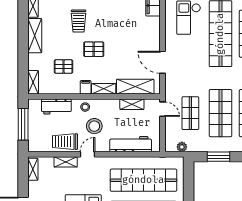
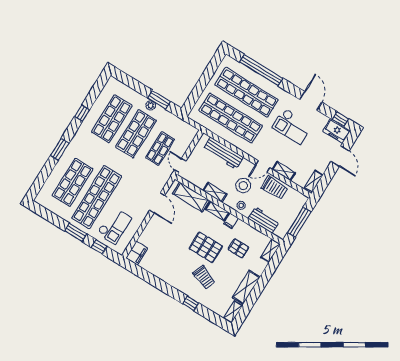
trolley: (79, 21) -> (204, 277), turned 111
pallet: (94, 49) -> (206, 247), width x1.50, depth x1.42
shelving: (132, 104) -> (215, 192), moved
plant: (182, 147) -> (151, 105), moved

